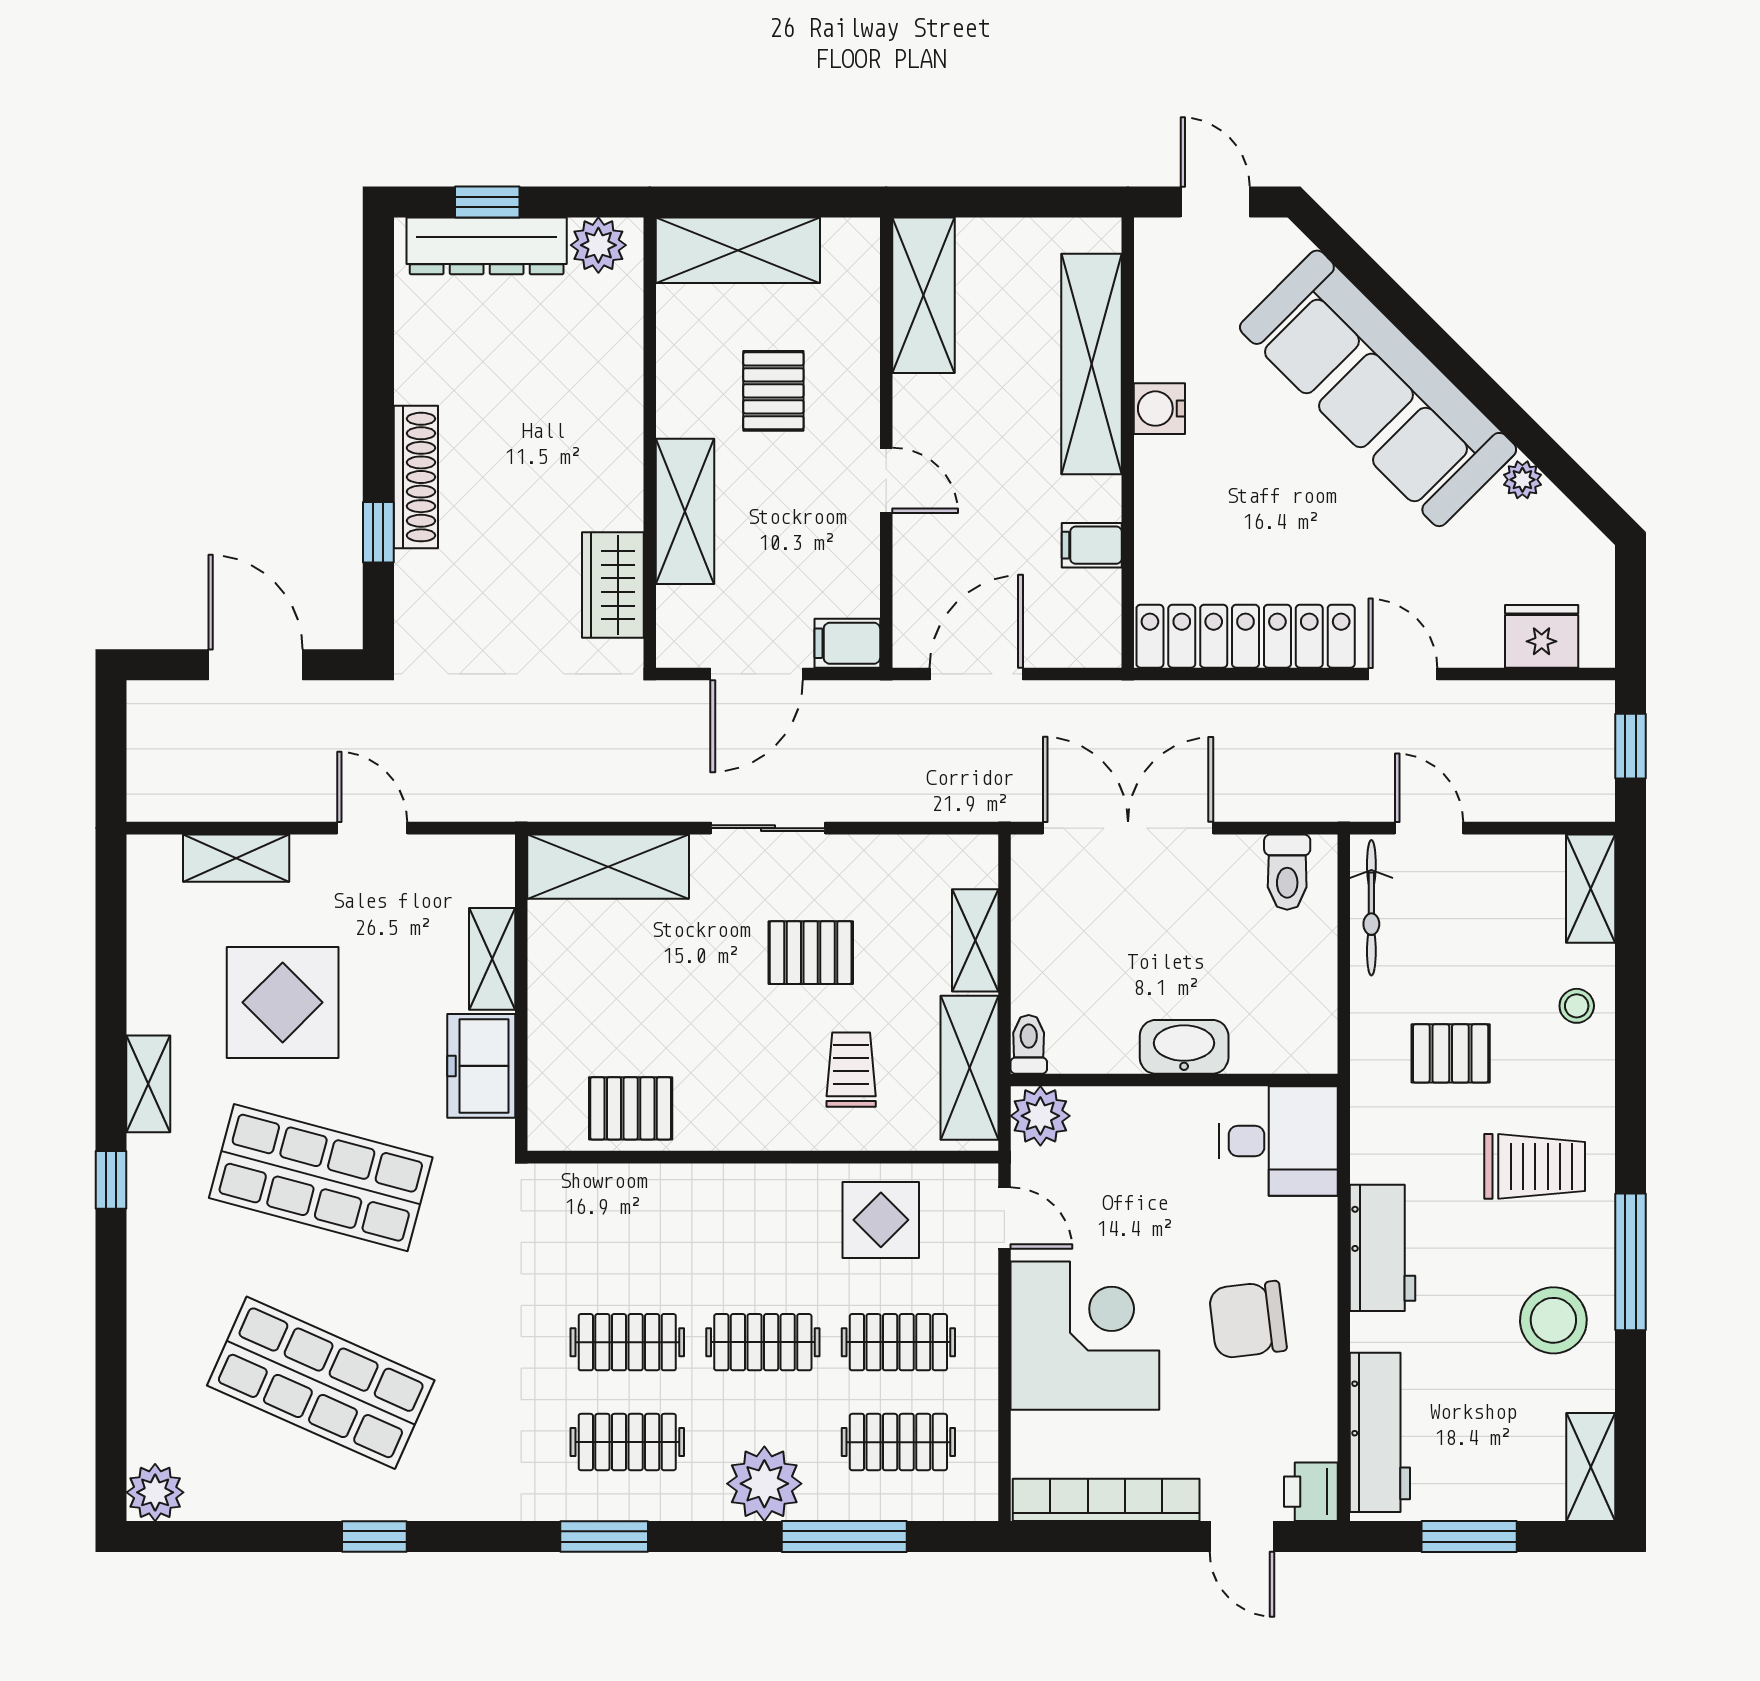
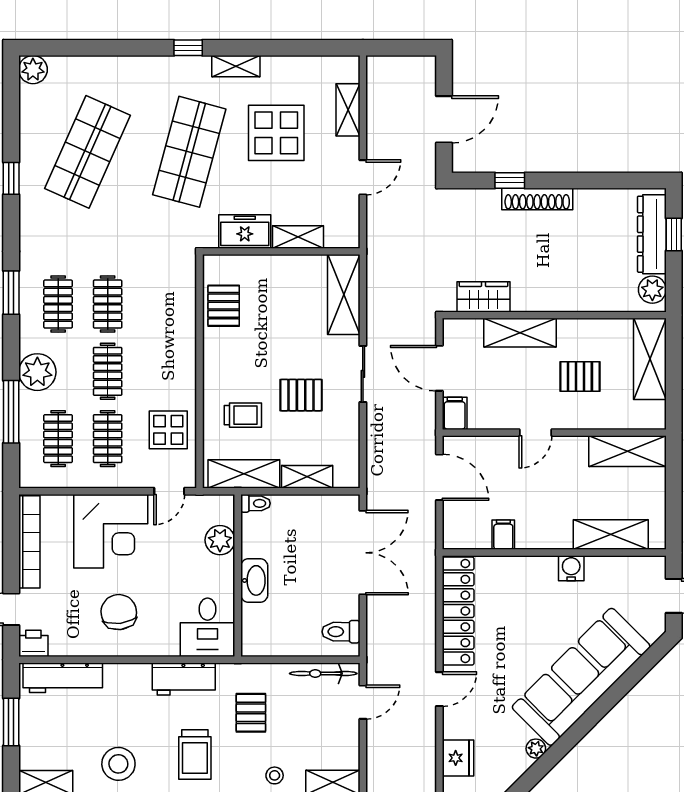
shelving: (1092, 364) -> (611, 535), width x0.68
pallet: (811, 953) -> (301, 395), turned 90
plant: (1040, 1116) -> (220, 540), moved
workbench: (1383, 1248) -> (184, 679), moved

